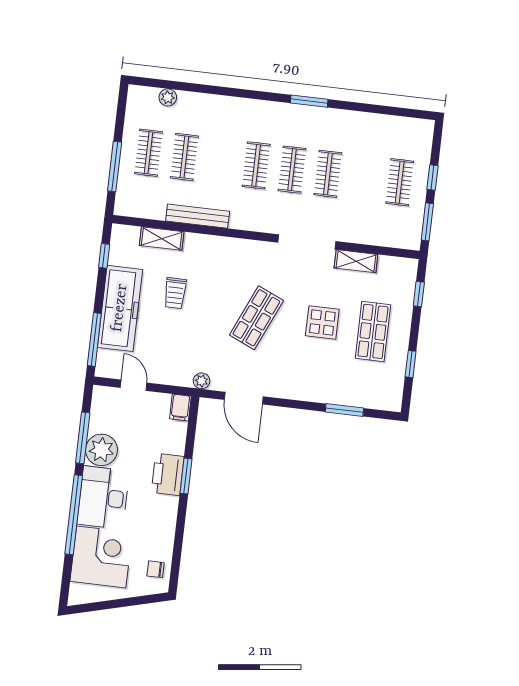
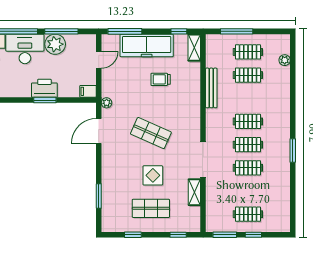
shelving: (162, 239) -> (194, 48), moved

